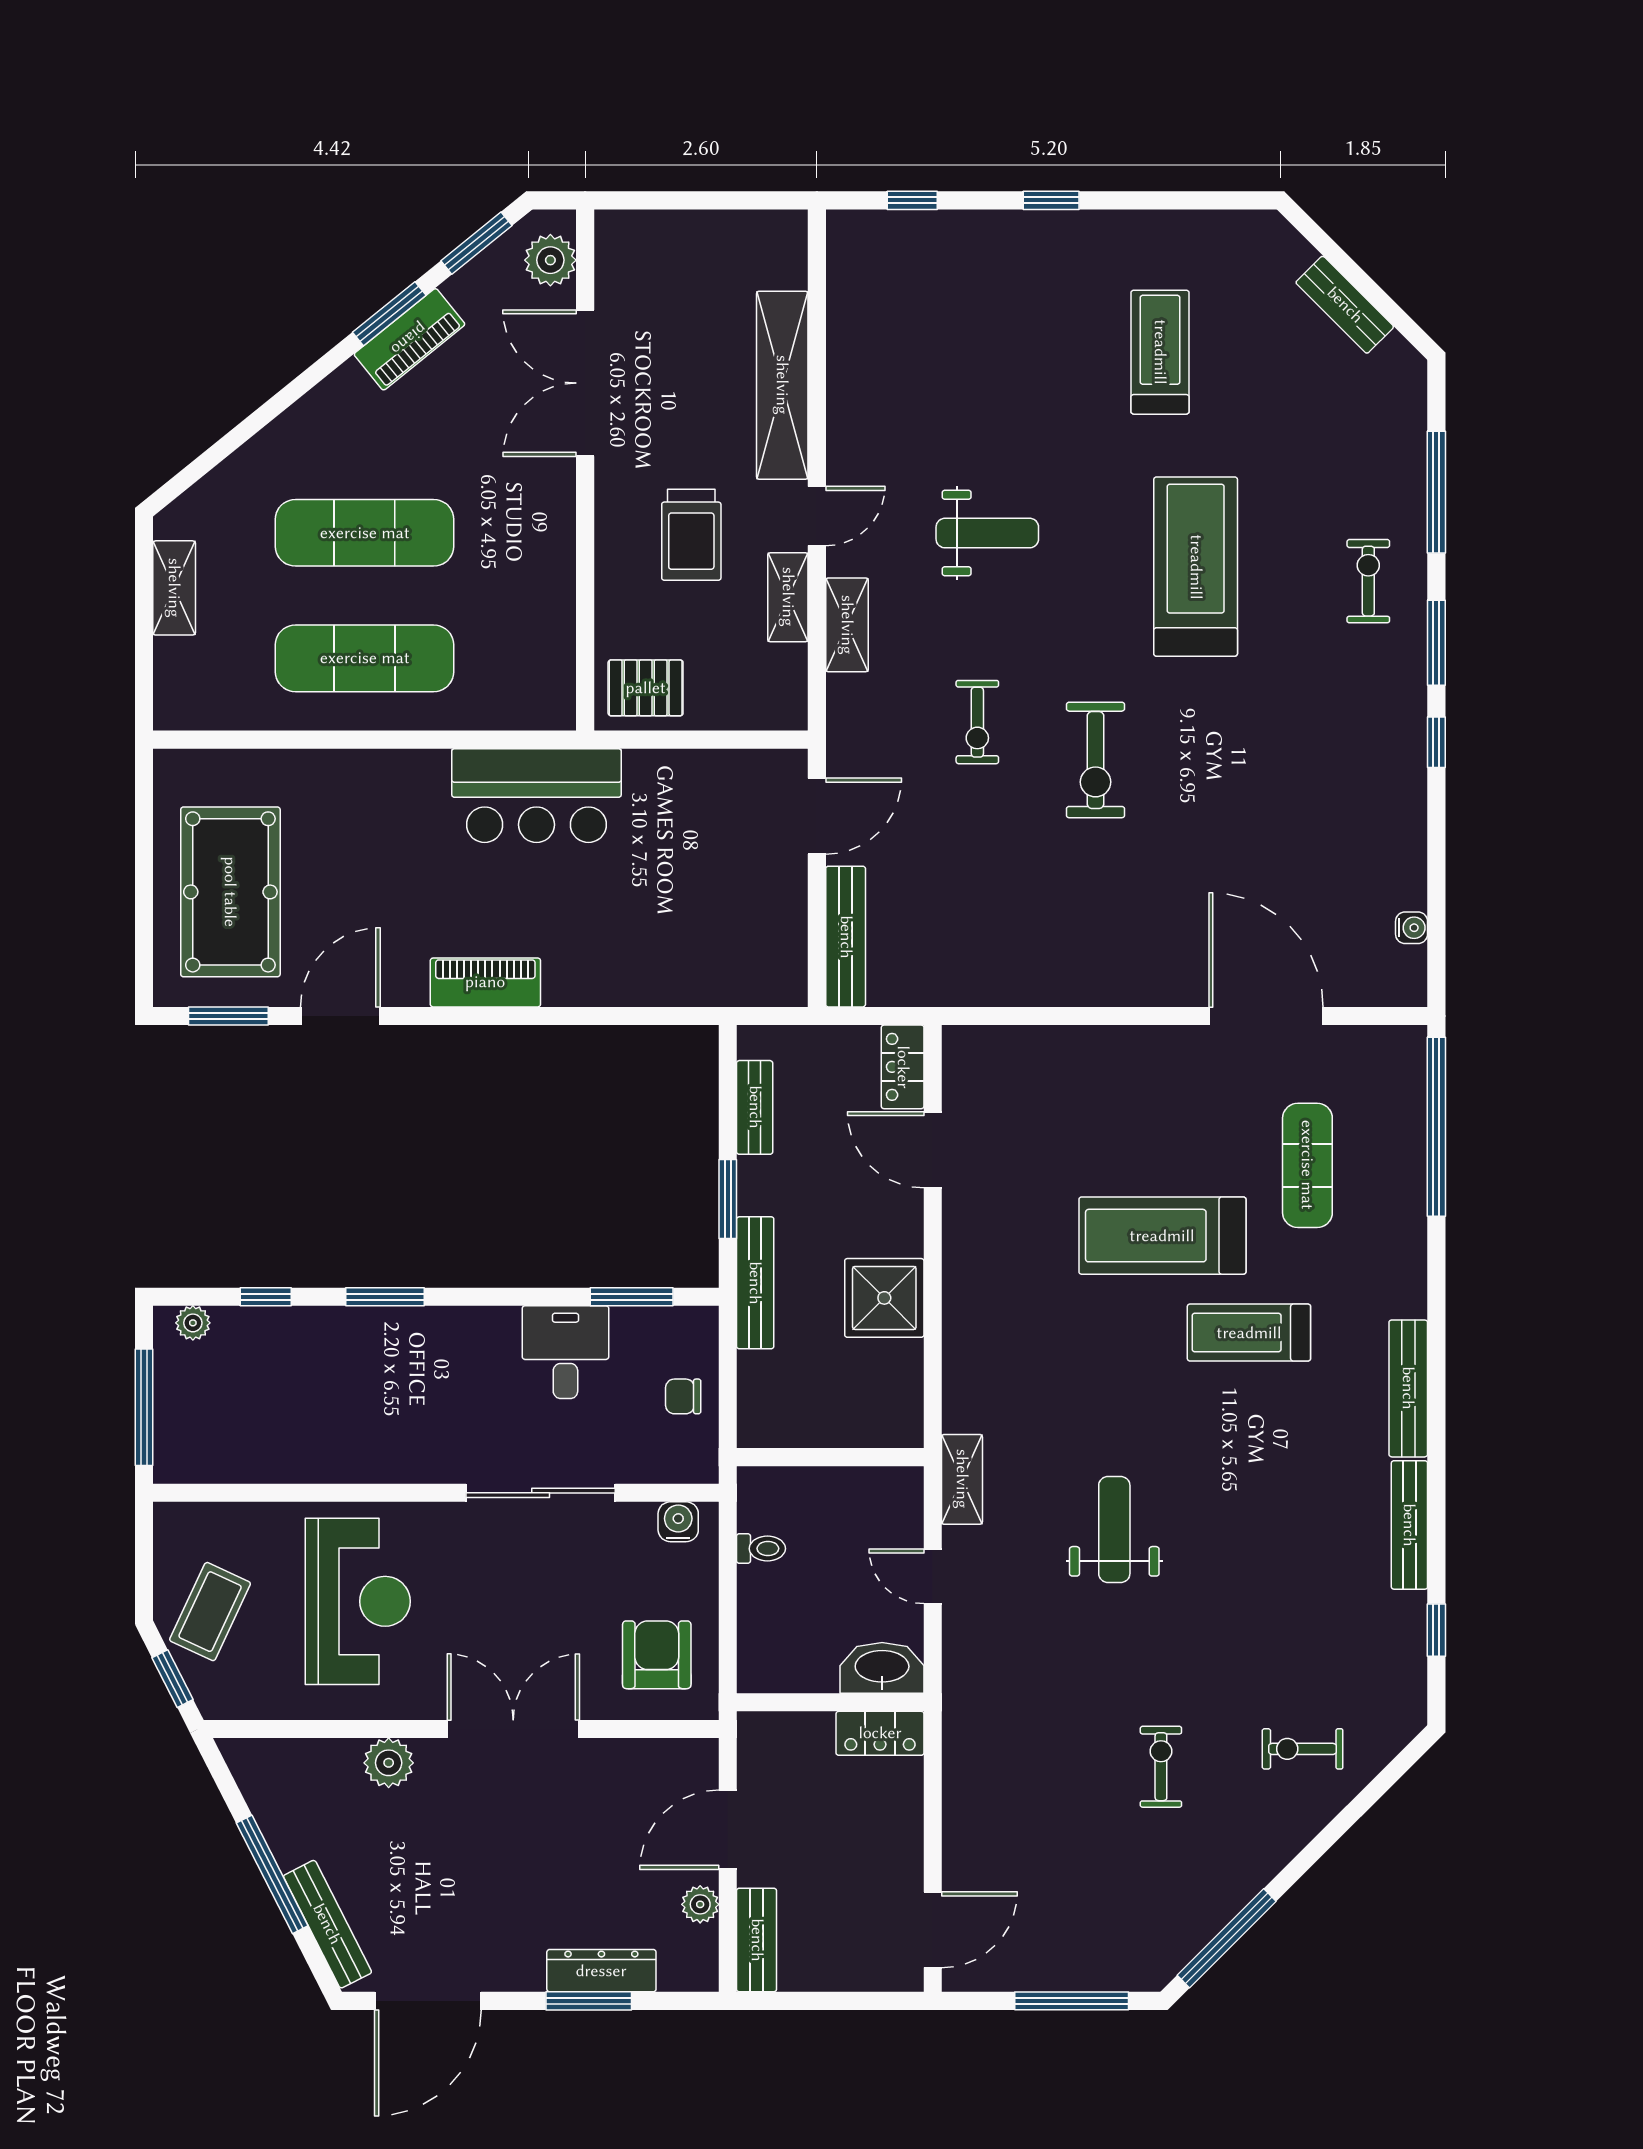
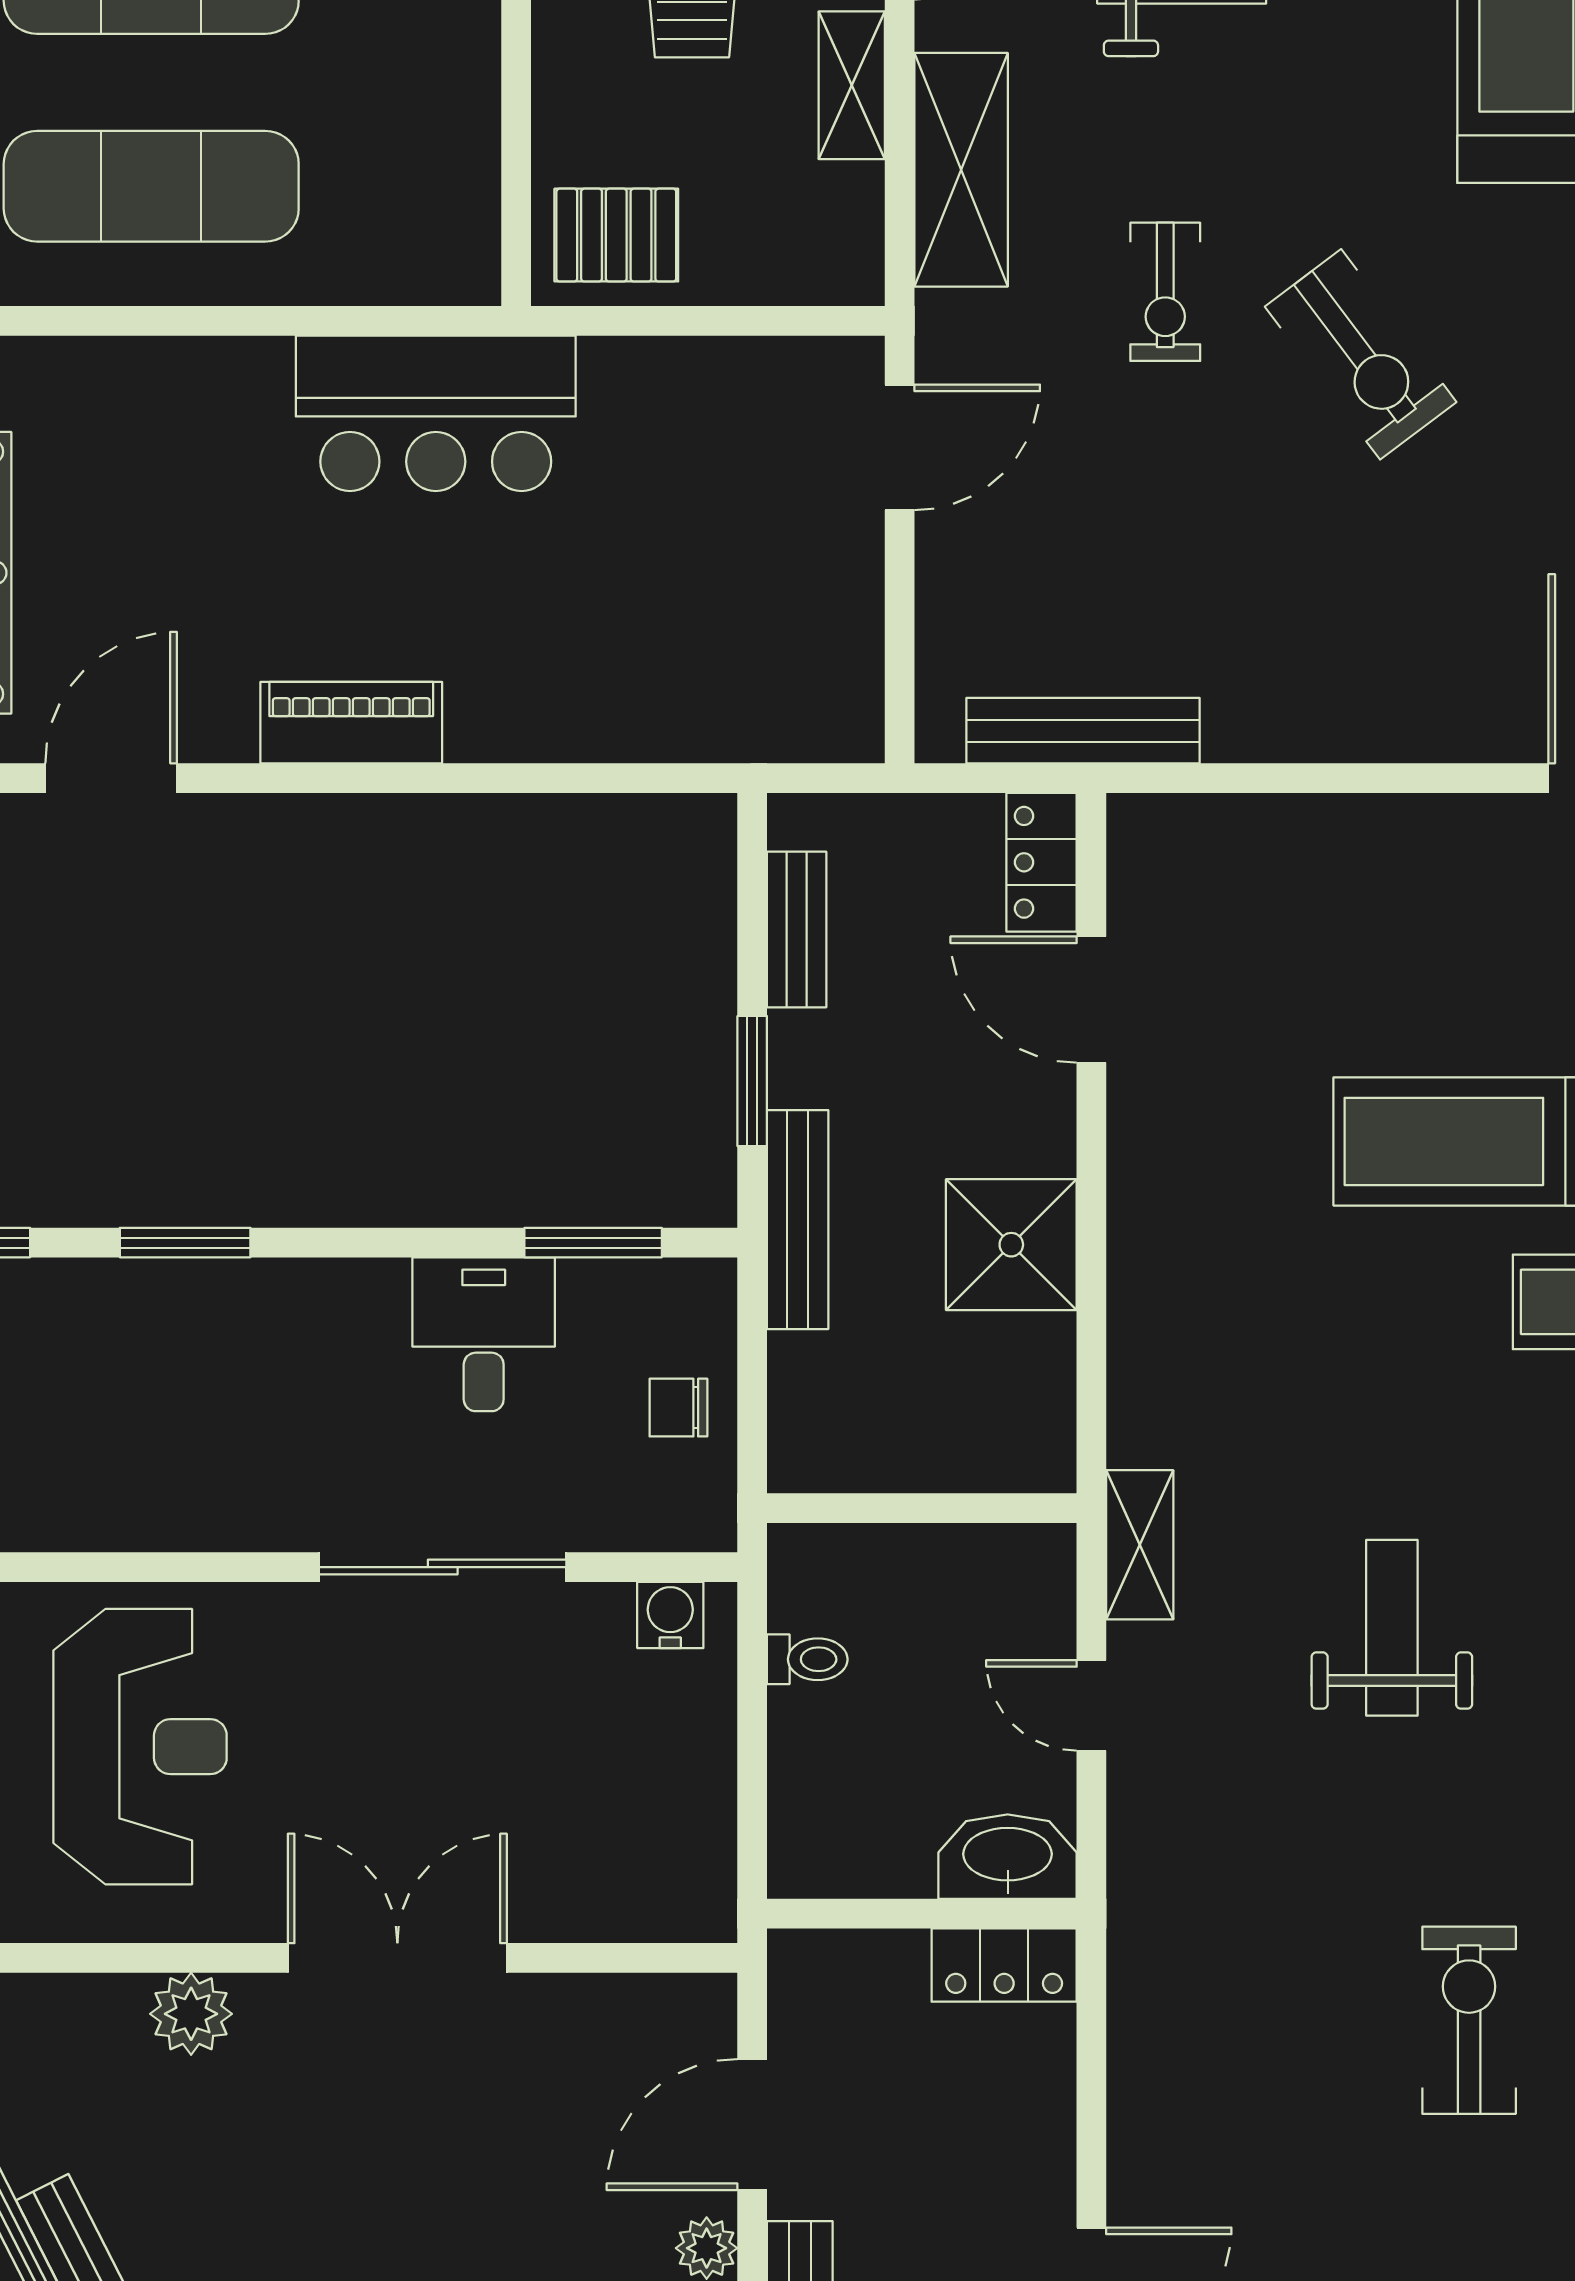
shelving: (847, 625) -> (961, 170), width x1.50, depth x1.33
exercise bike: (1095, 760) -> (1361, 354), turned -37
bench: (846, 937) -> (1083, 731), moved, turned 90
armchair: (657, 1655) -> (635, 1835), removed
exercise bike: (1161, 1767) -> (1469, 2020), width x1.38, depth x1.39

